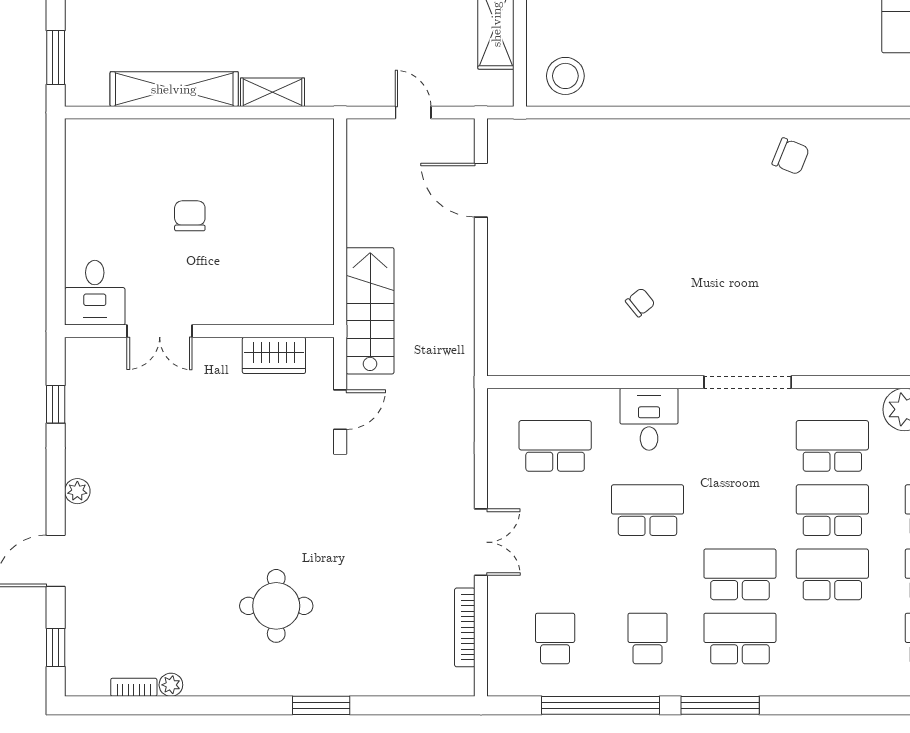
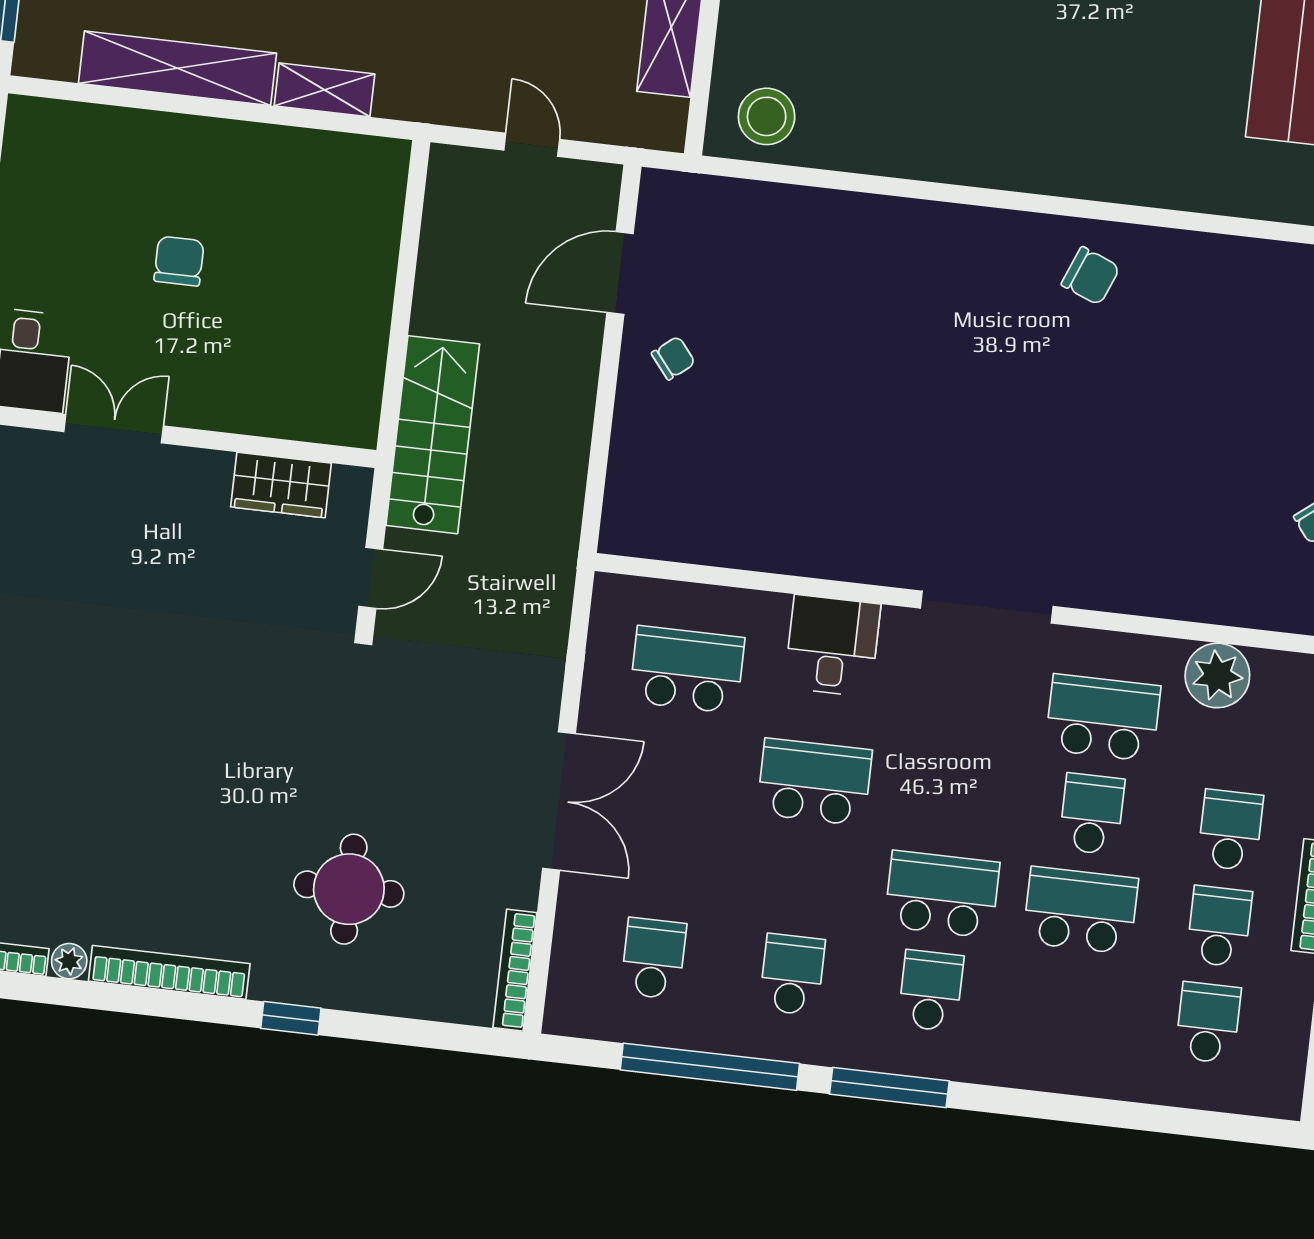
door: (481, 190) -> (620, 273), hinge flipped
chair: (640, 302) -> (673, 358), moved
double door: (160, 331) -> (114, 429), swing flipped
school desk: (832, 510) -> (1092, 814), width x0.54
double door: (481, 542) -> (559, 801), width x1.37
round table: (276, 606) -> (349, 889), moved
bookcase: (465, 627) -> (515, 970), moved
school desk: (740, 639) -> (931, 991), width x0.54
bookcase: (238, 685) -> (169, 972), added
window: (321, 705) -> (291, 1018), width x0.67

